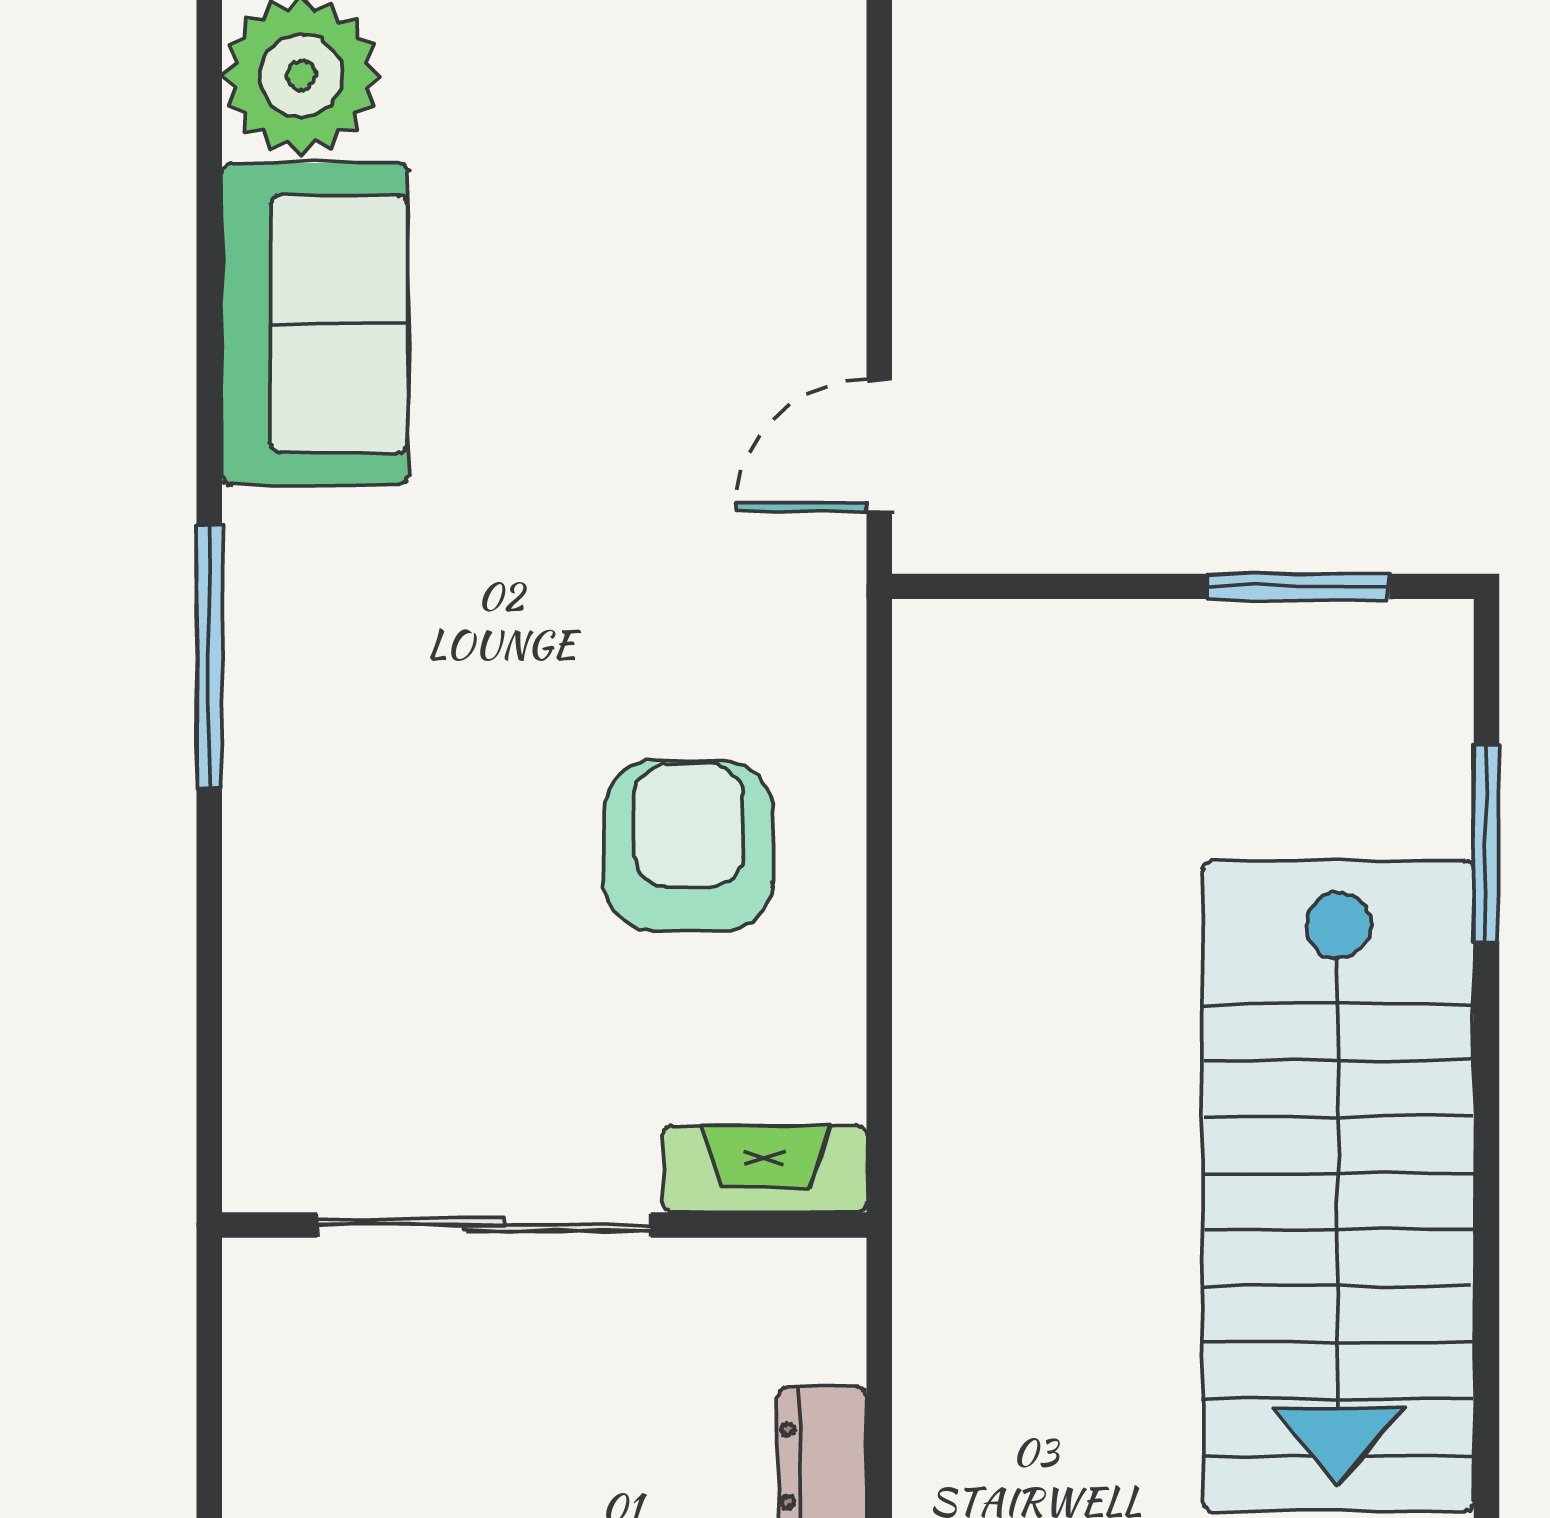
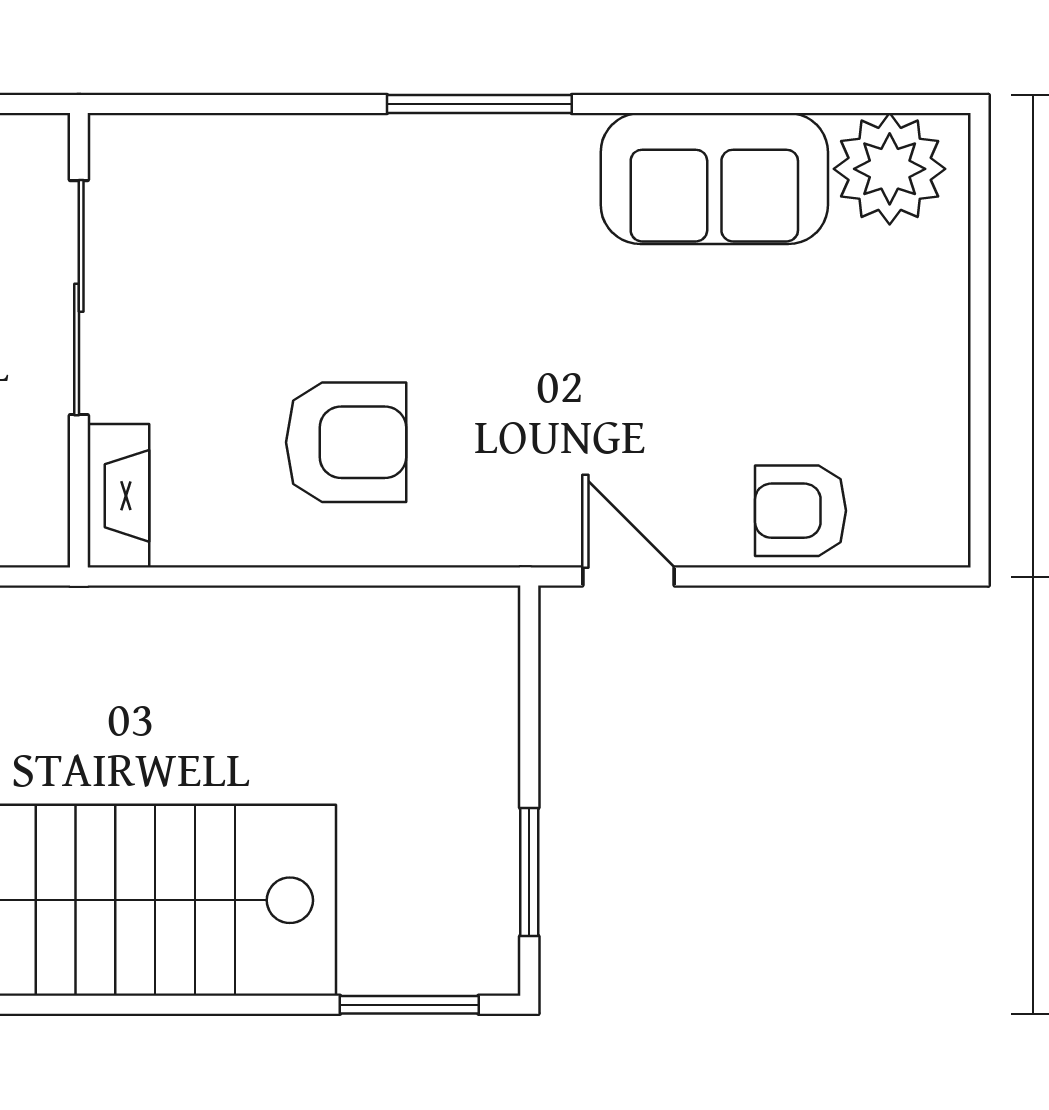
armchair: (786, 202) -> (800, 511), added
window: (1486, 844) -> (409, 1005), moved

